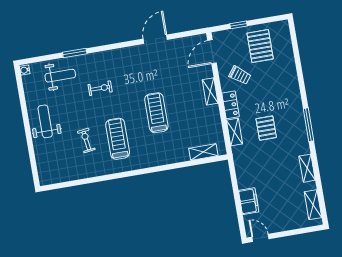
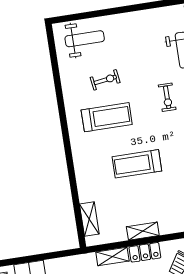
shelving: (210, 91) -> (143, 231), moved
treadmill: (156, 113) -> (137, 164), turned 180
weight bench: (45, 121) -> (85, 39), moved

